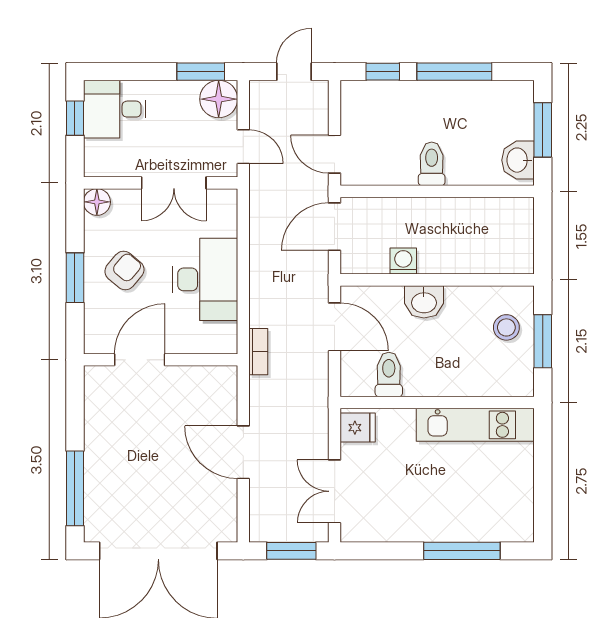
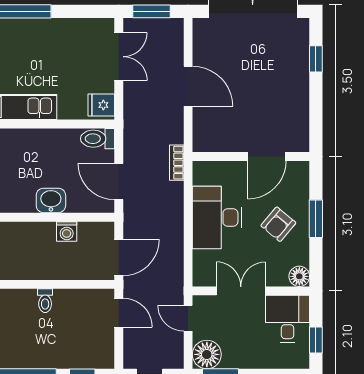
desk: (115, 109) -> (288, 319), moved, turned -90
toilet: (432, 164) -> (45, 301), width x0.73, depth x0.72
toilet: (389, 374) -> (98, 139), moved, turned 90
window: (75, 488) -> (316, 59), width x0.46

